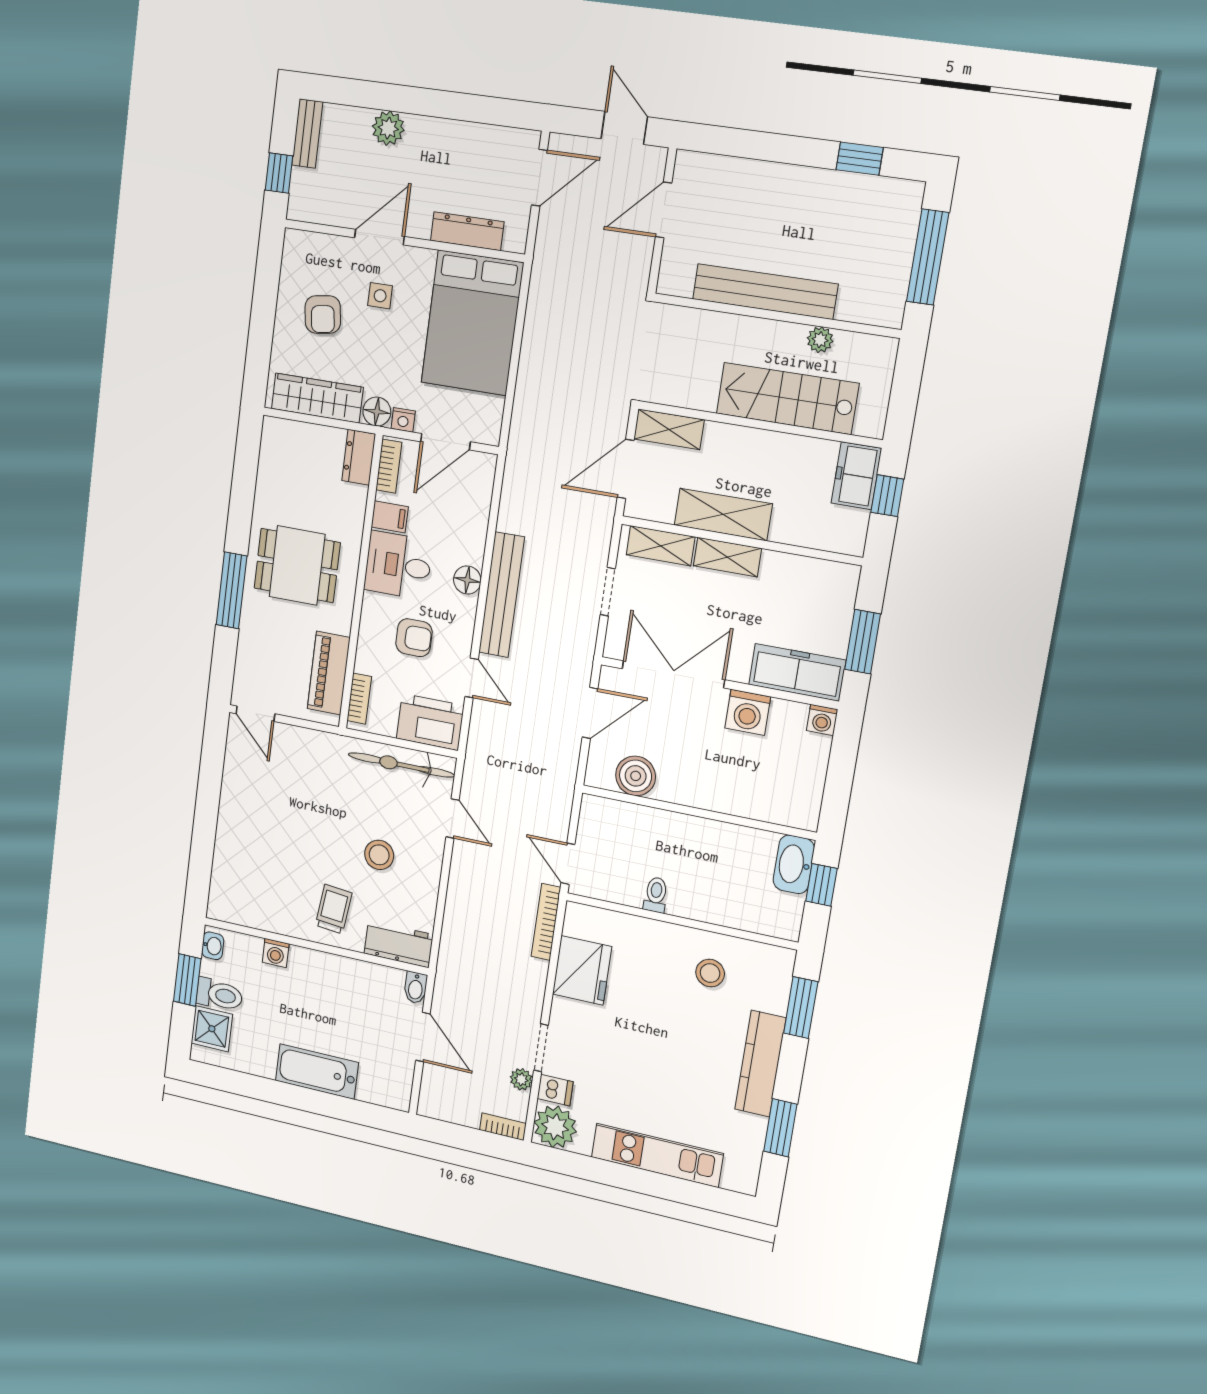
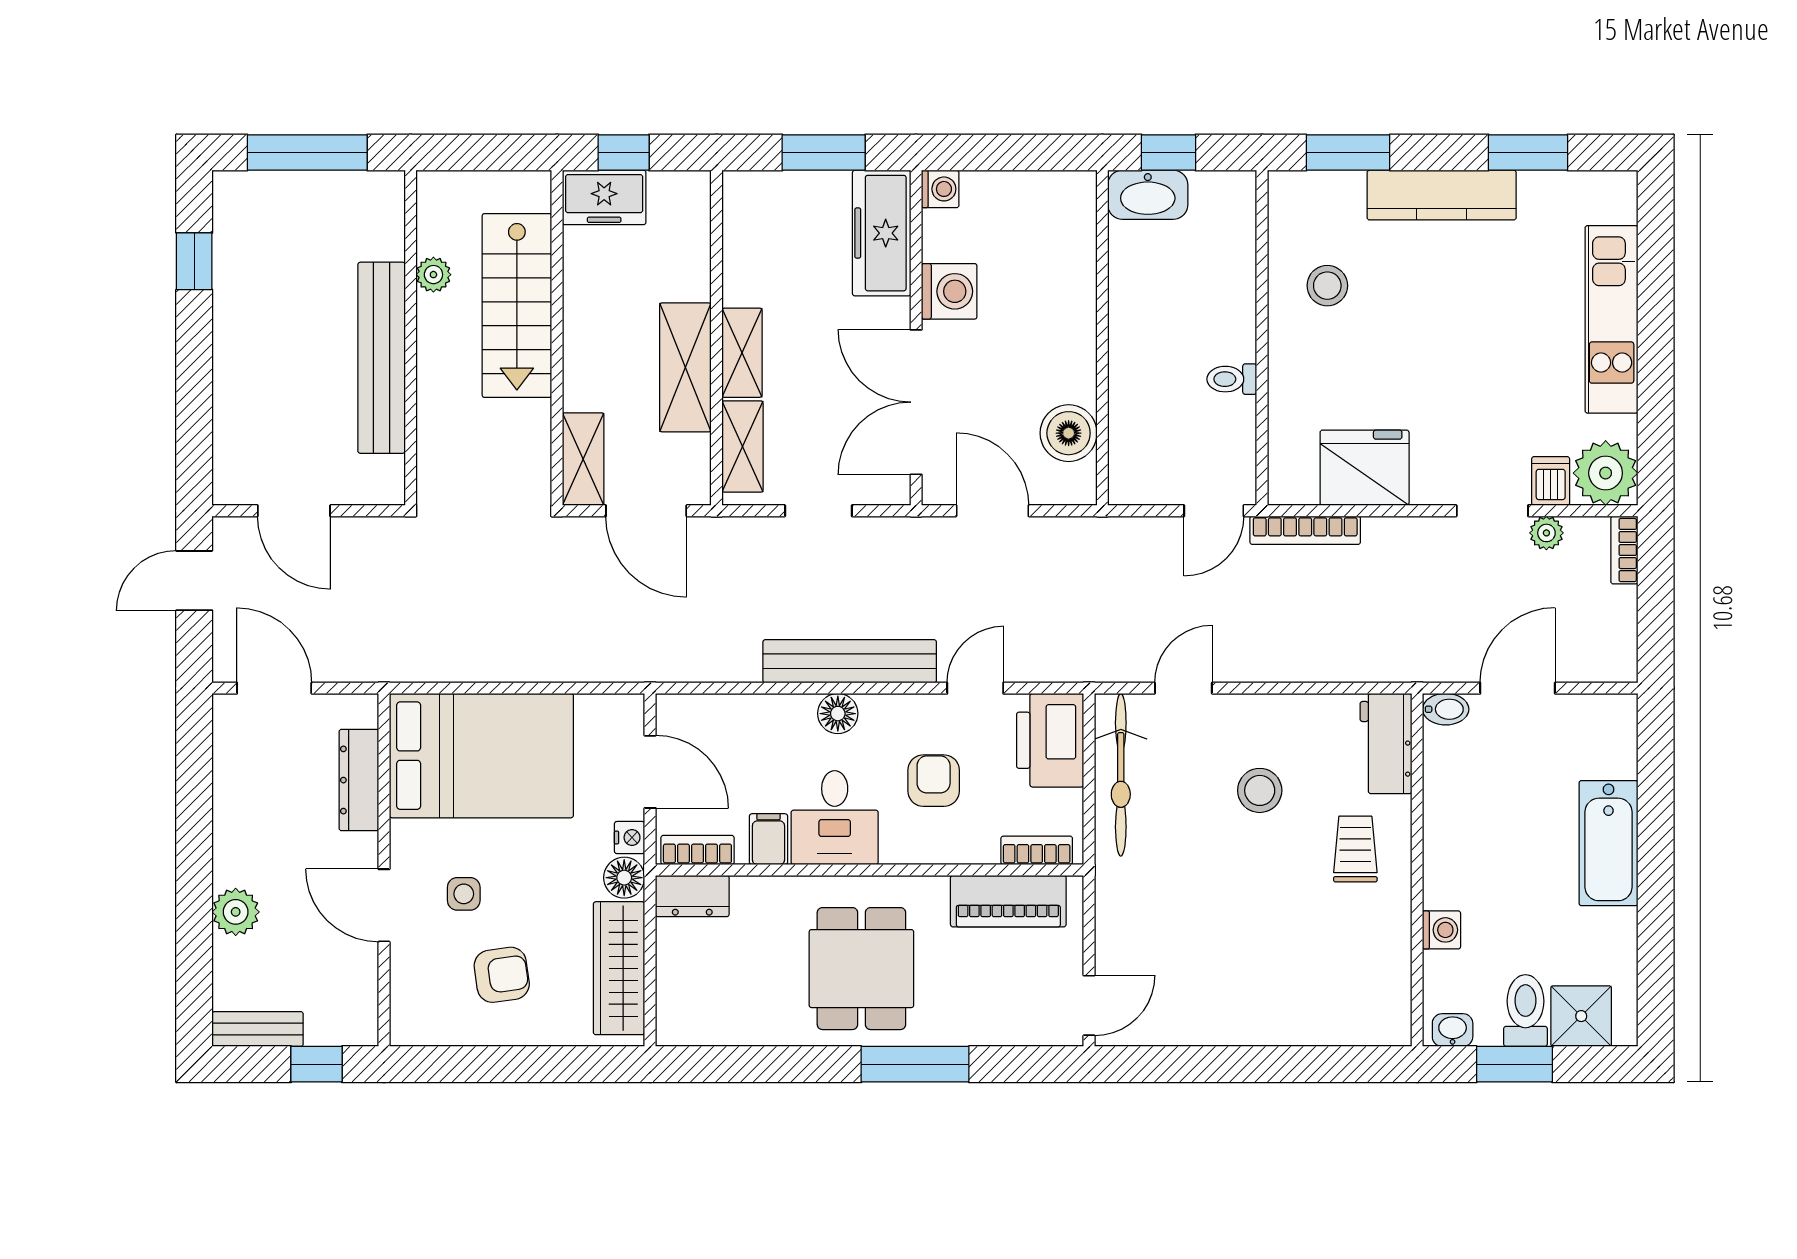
trolley: (334, 909) -> (1355, 849), turned 84

